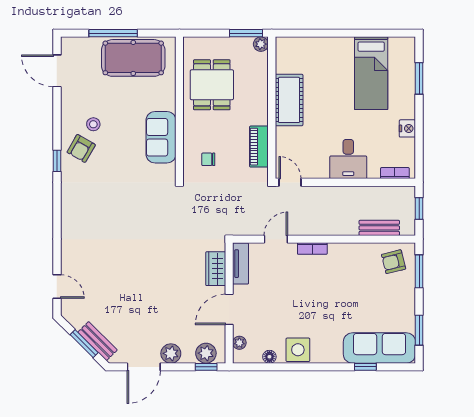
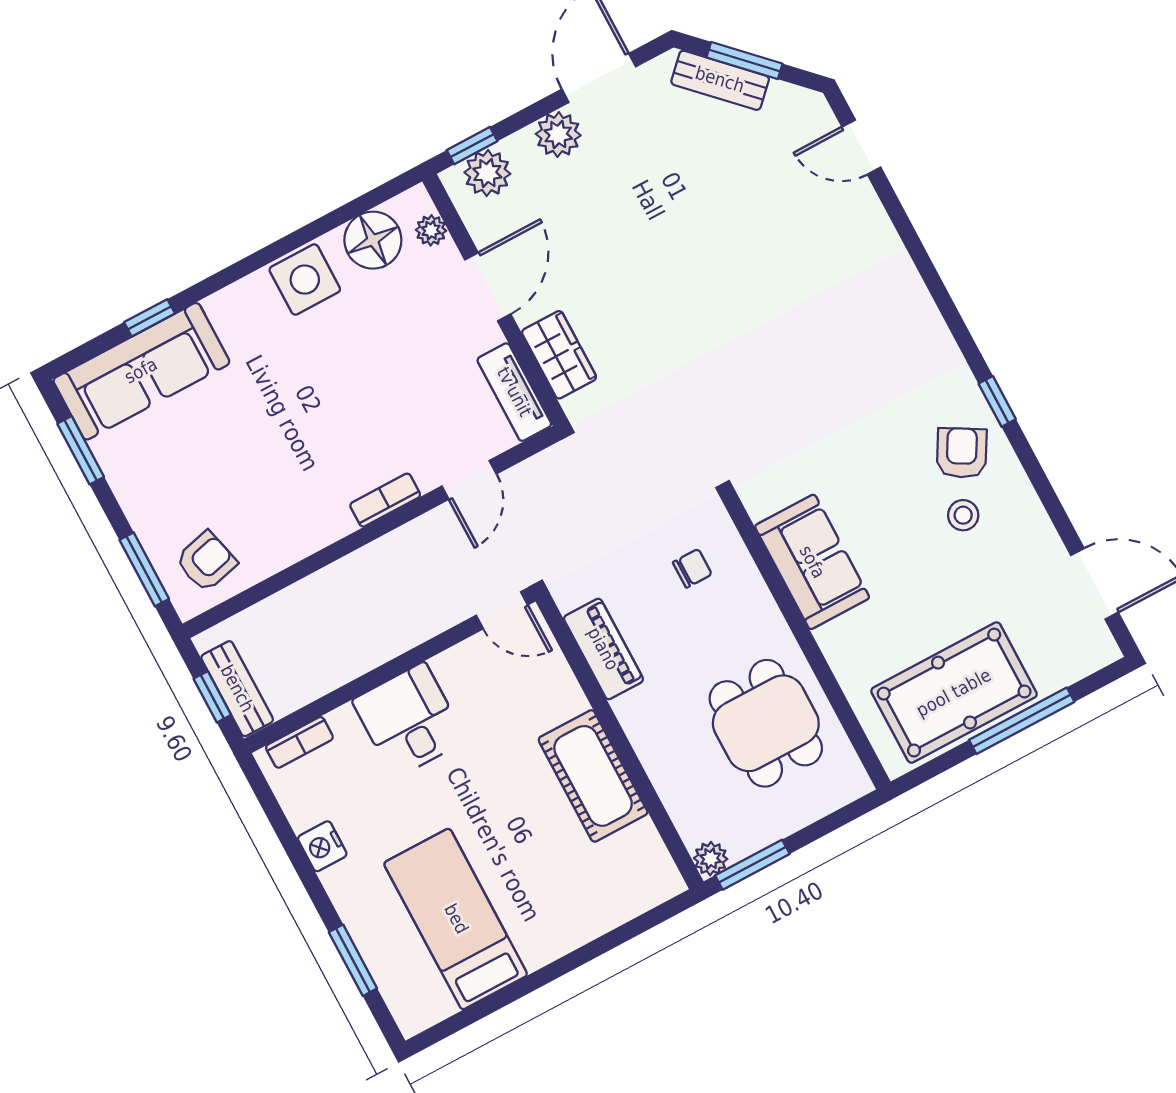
bench: (379, 228) -> (237, 689), moved, turned 90
floor lamp: (269, 357) -> (373, 240), width x1.89, depth x1.89

